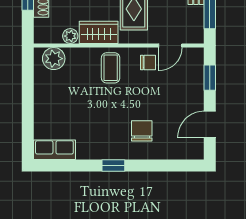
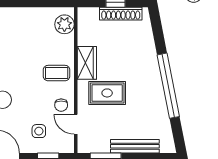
plant: (70, 36) -> (84, 39), removed
side table: (178, 88) -> (39, 131), added

